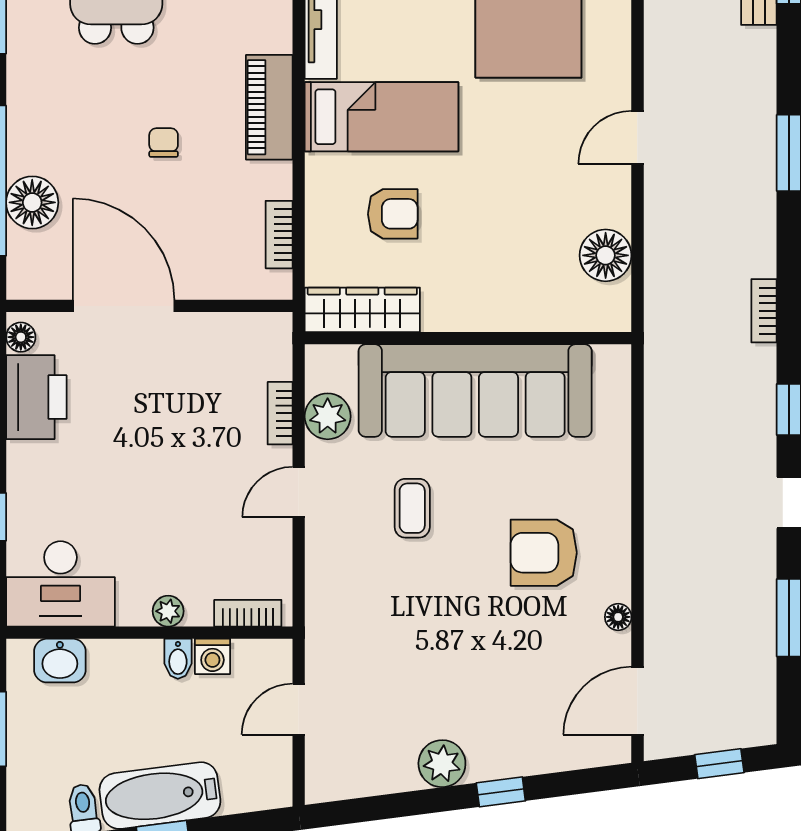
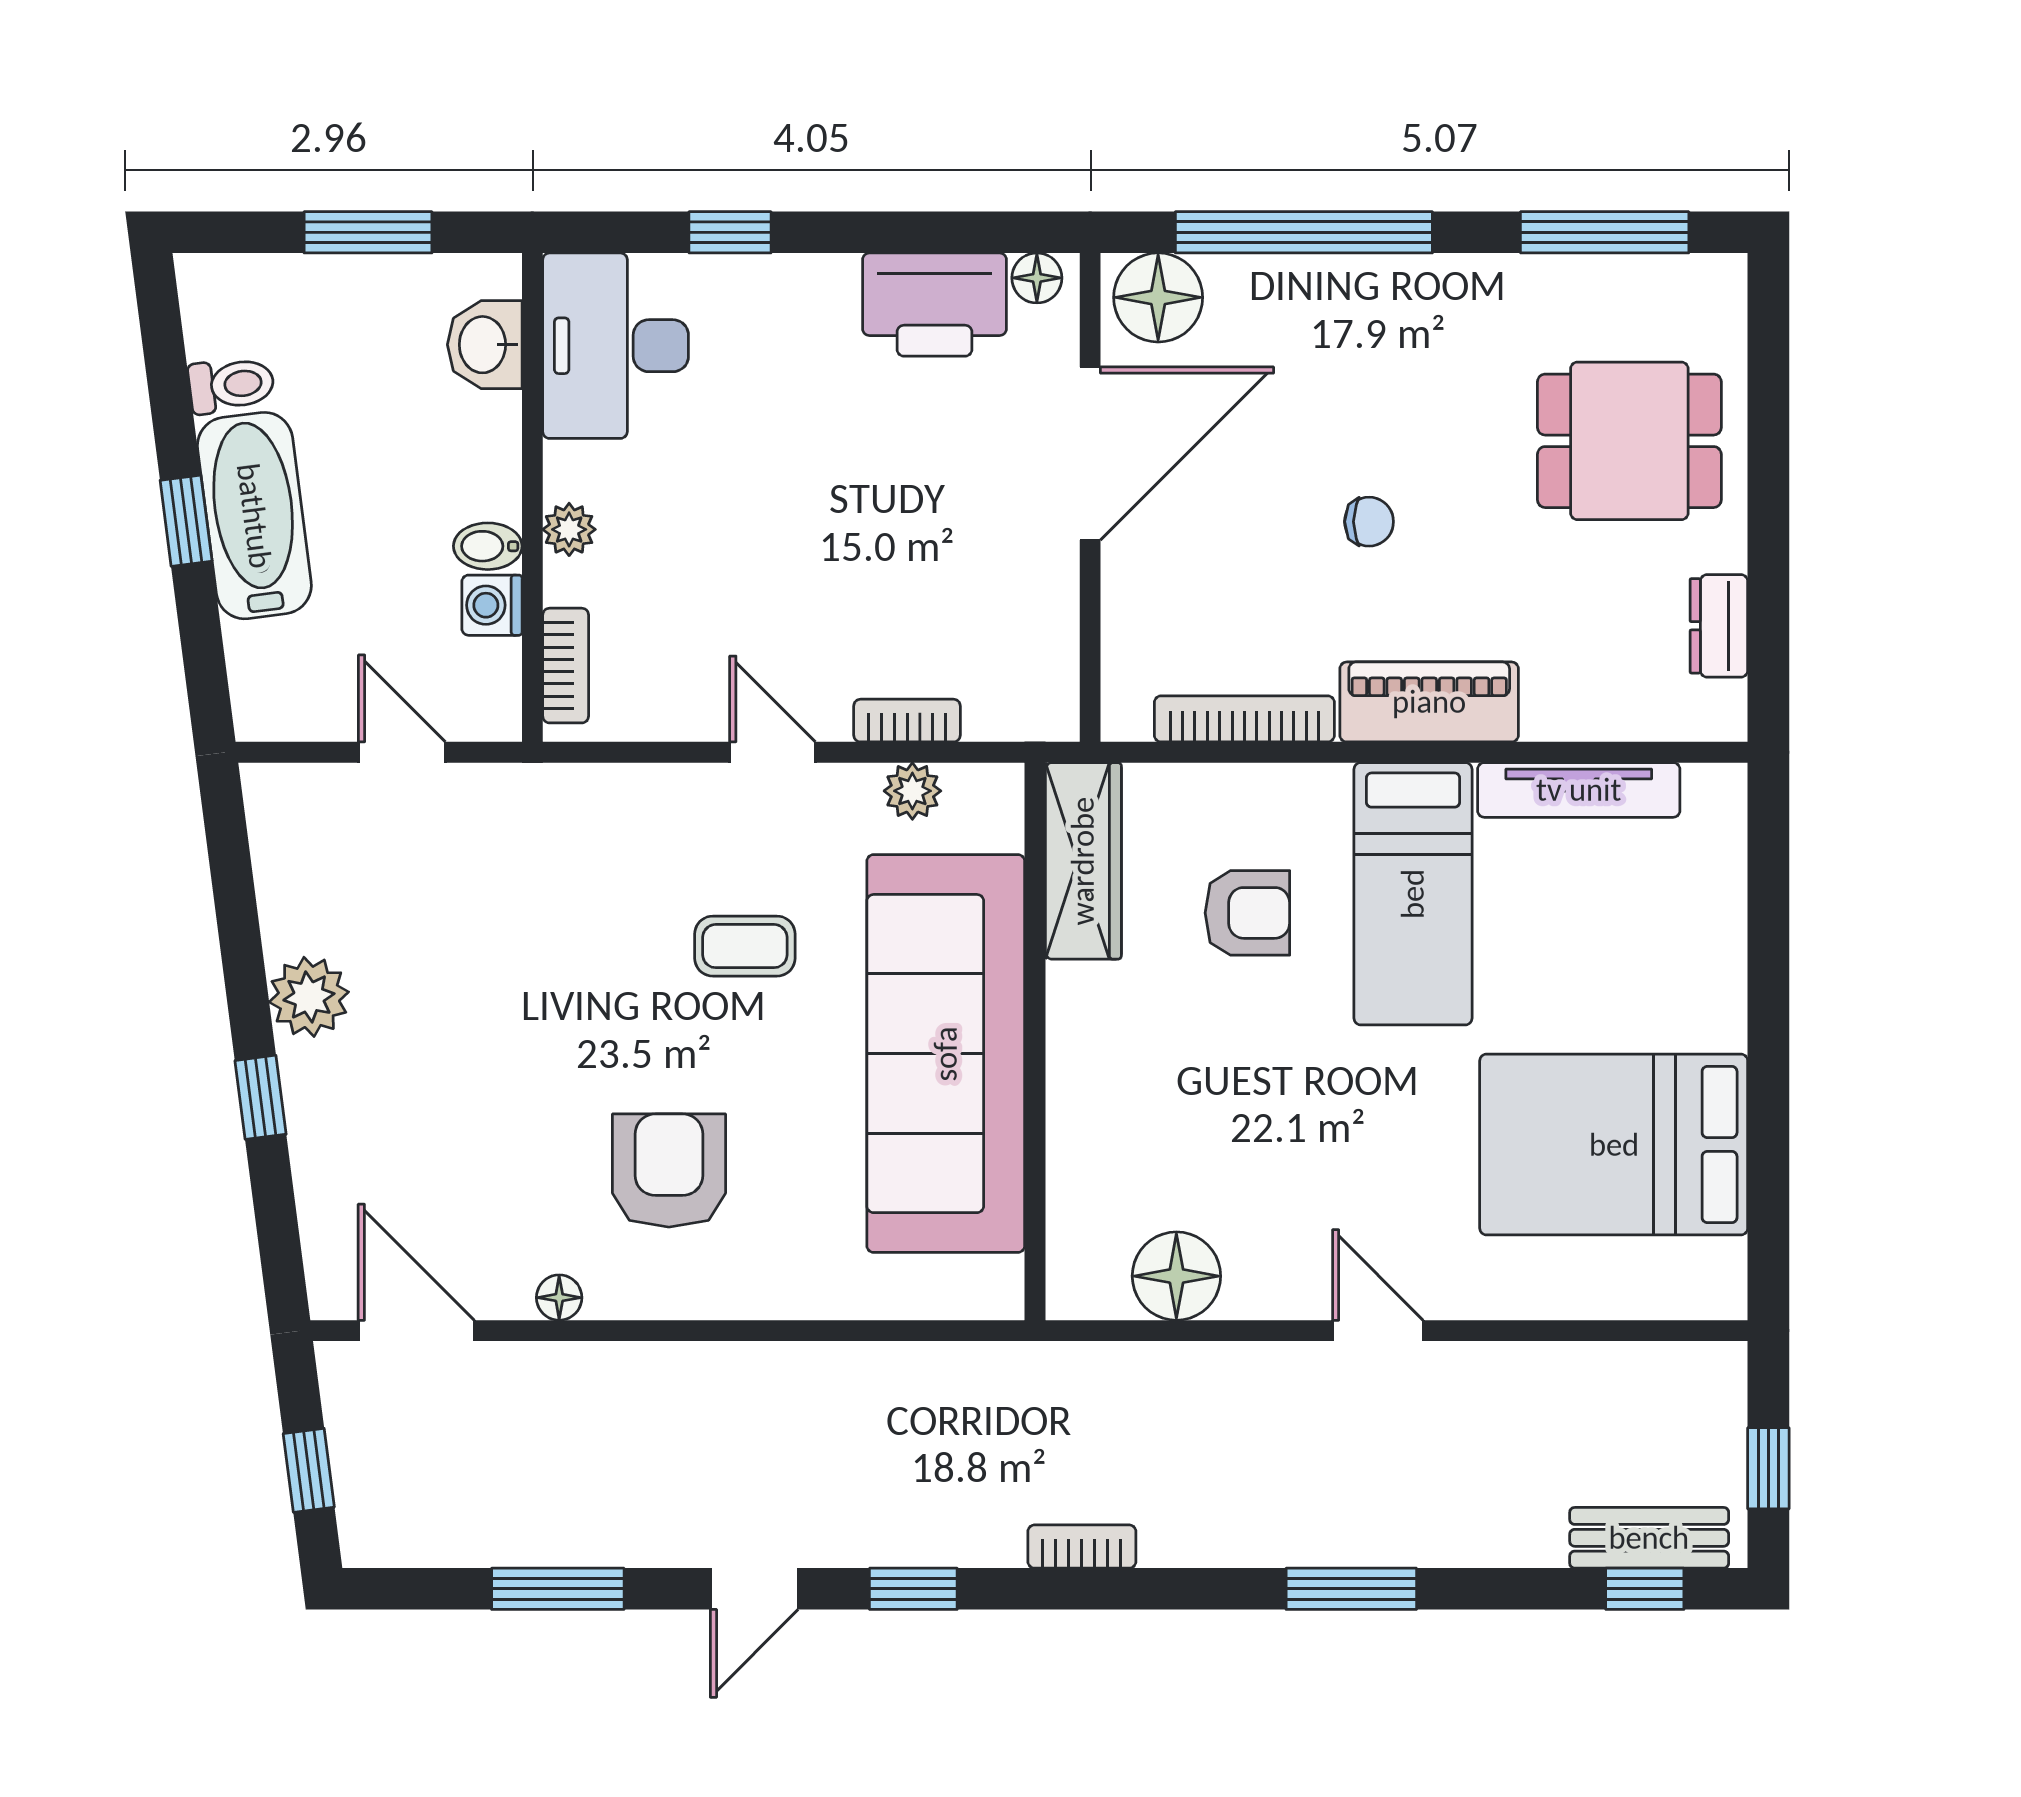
floor lamp: (32, 202) -> (1158, 297), moved
armchair: (393, 214) -> (1247, 913), turned -90
bookcase: (279, 235) -> (1244, 719), width x1.56
plant: (328, 416) -> (912, 791), width x0.73, depth x0.73

